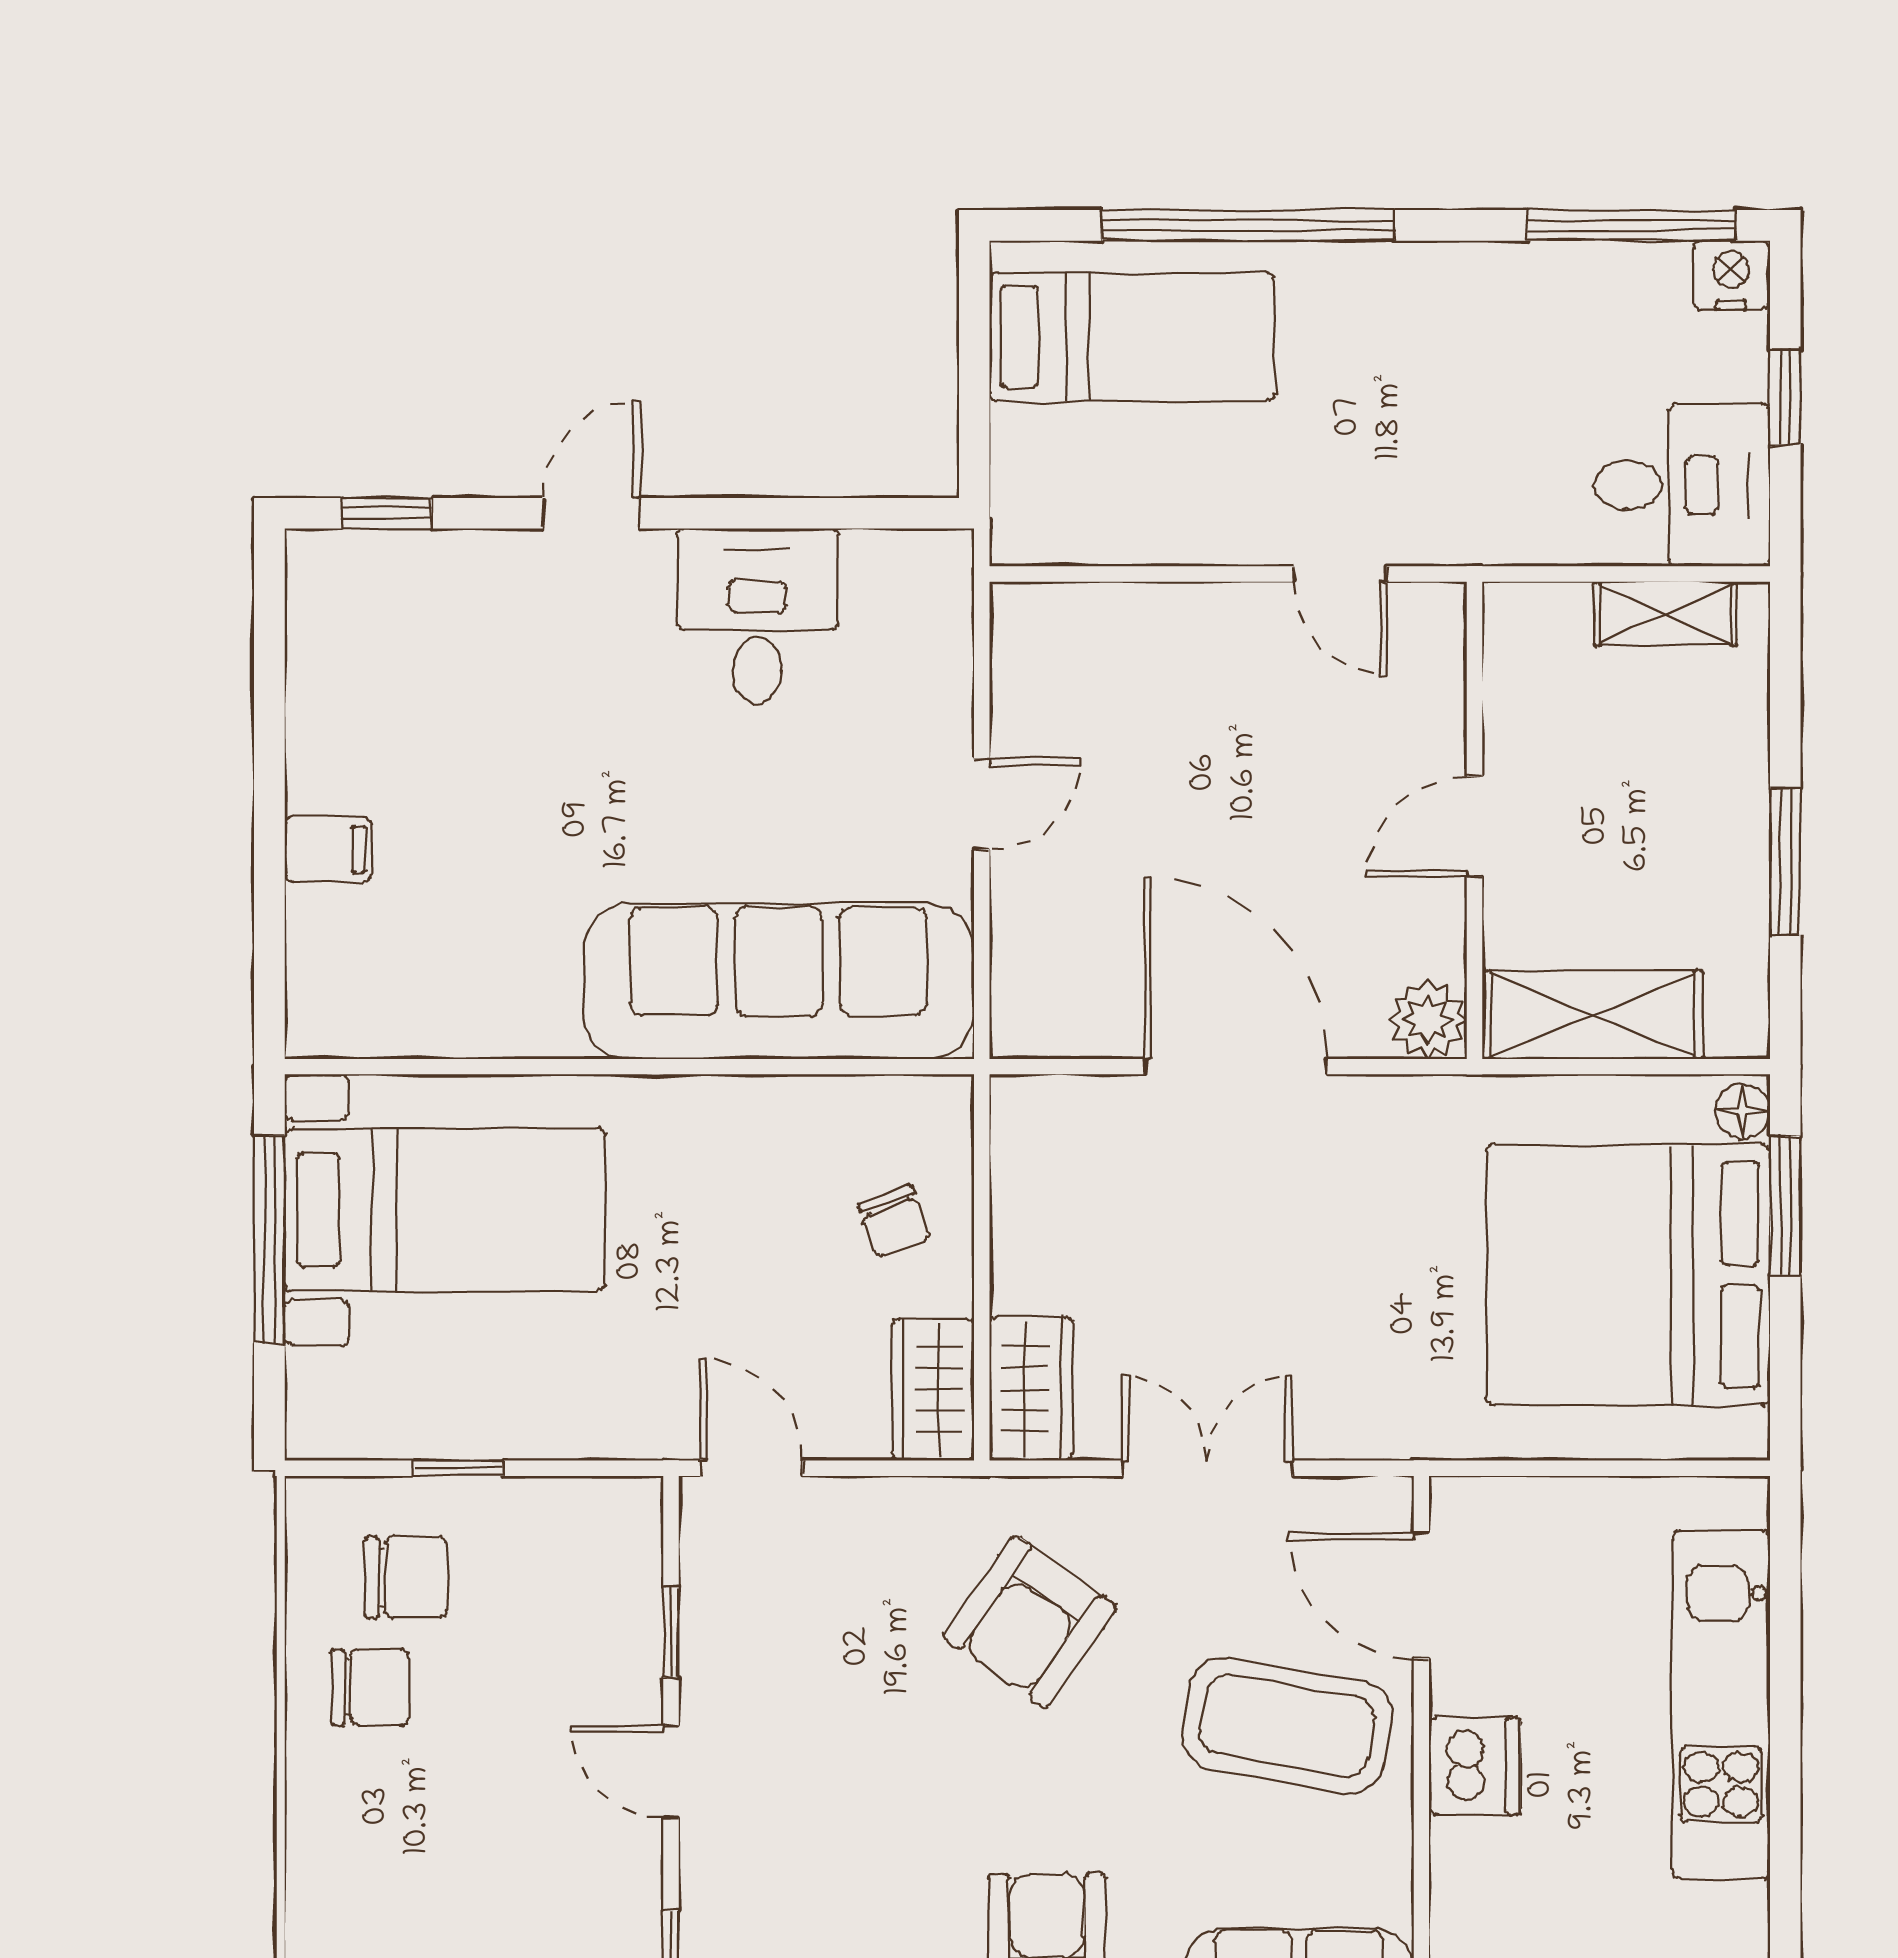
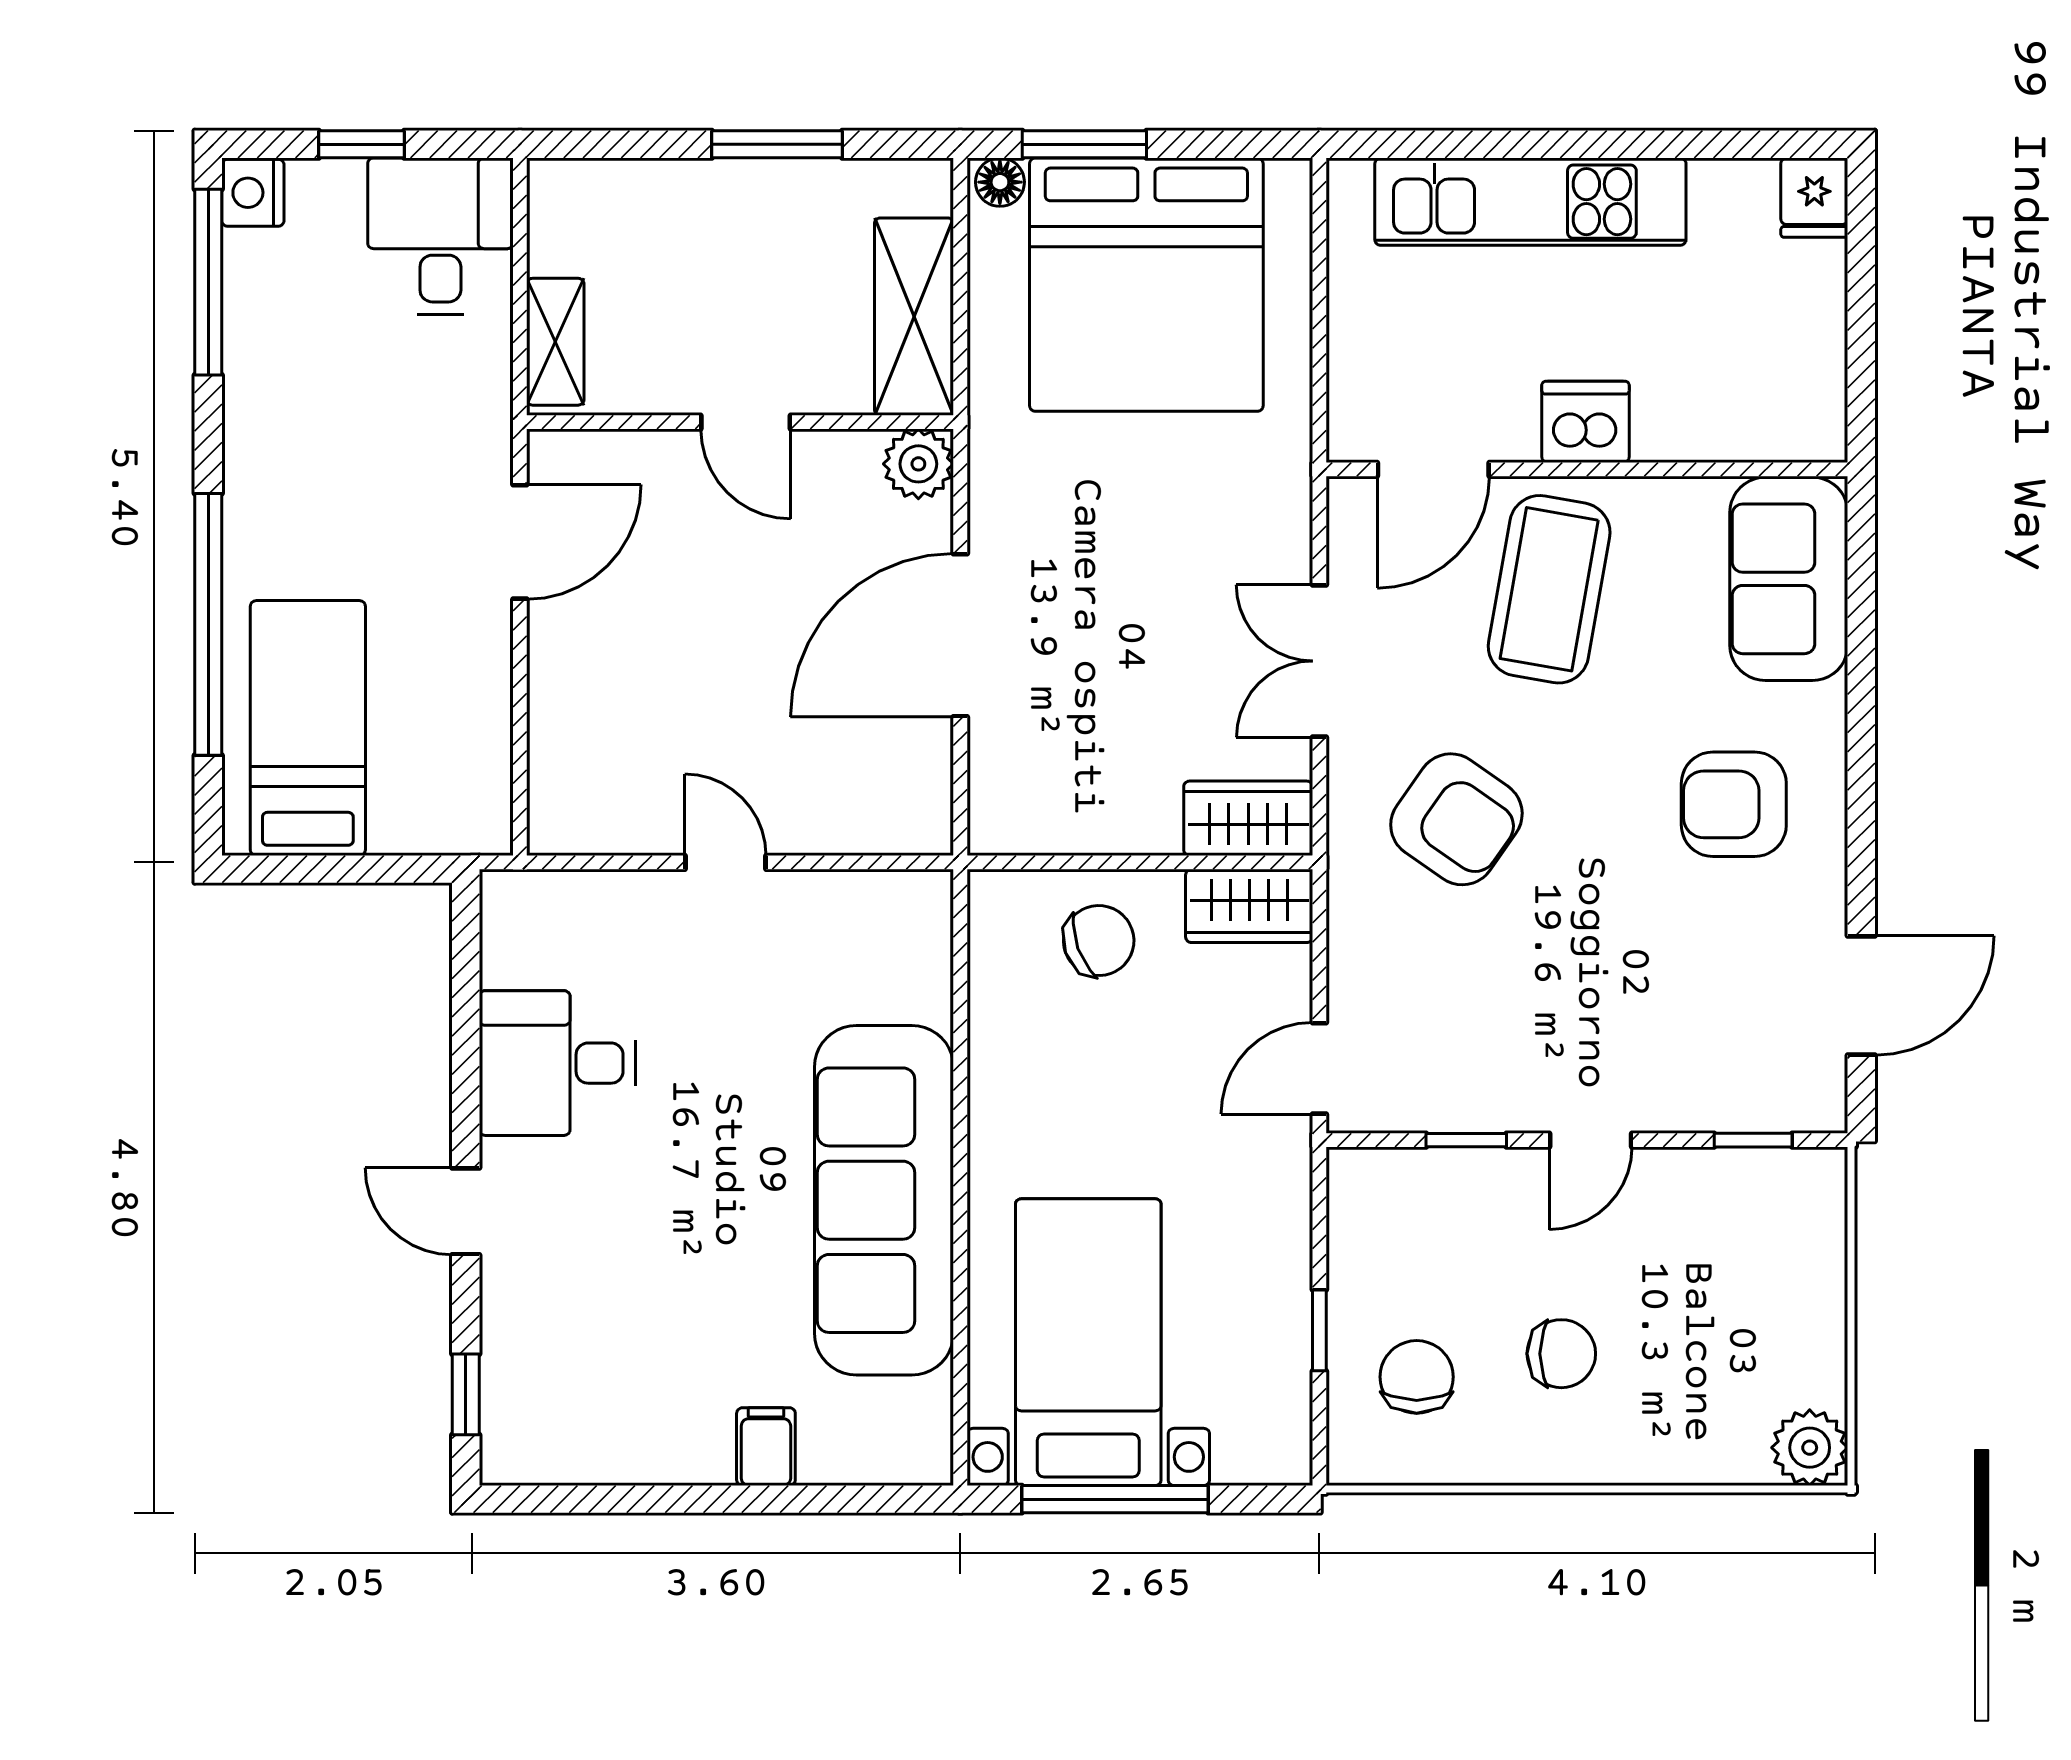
door: (1340, 574) -> (520, 542), width x1.38
shelving: (1666, 614) -> (555, 342), moved
sofa: (779, 981) -> (884, 1200), moved
chair: (894, 1221) -> (1099, 941), width x1.37, depth x1.37
chair: (370, 1687) -> (1561, 1354), moved, turned 90

